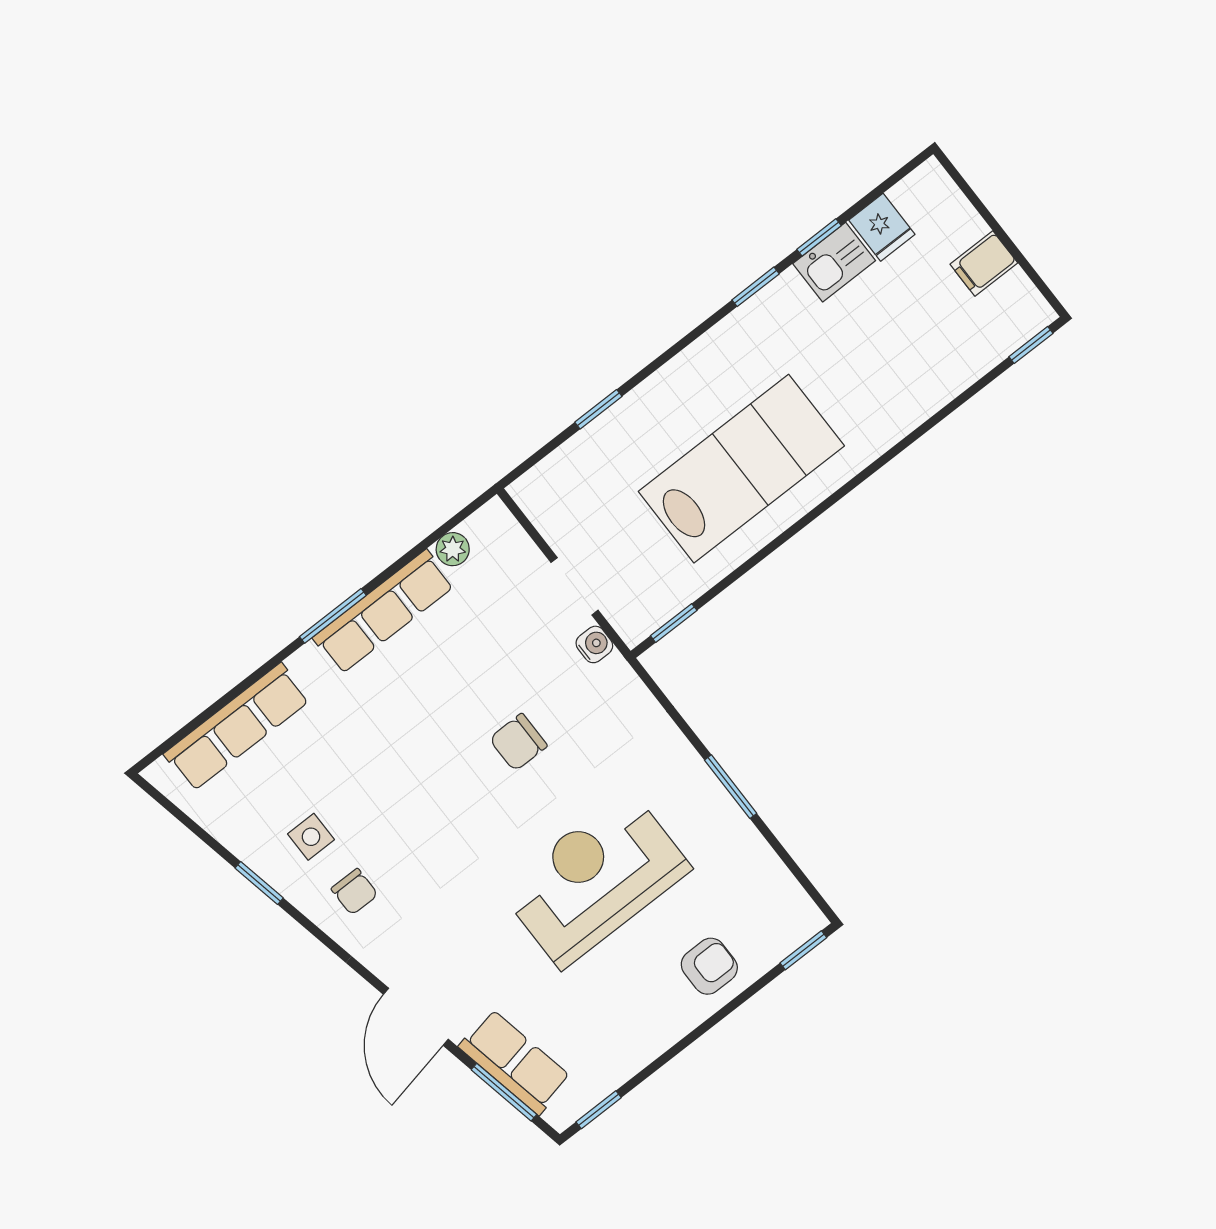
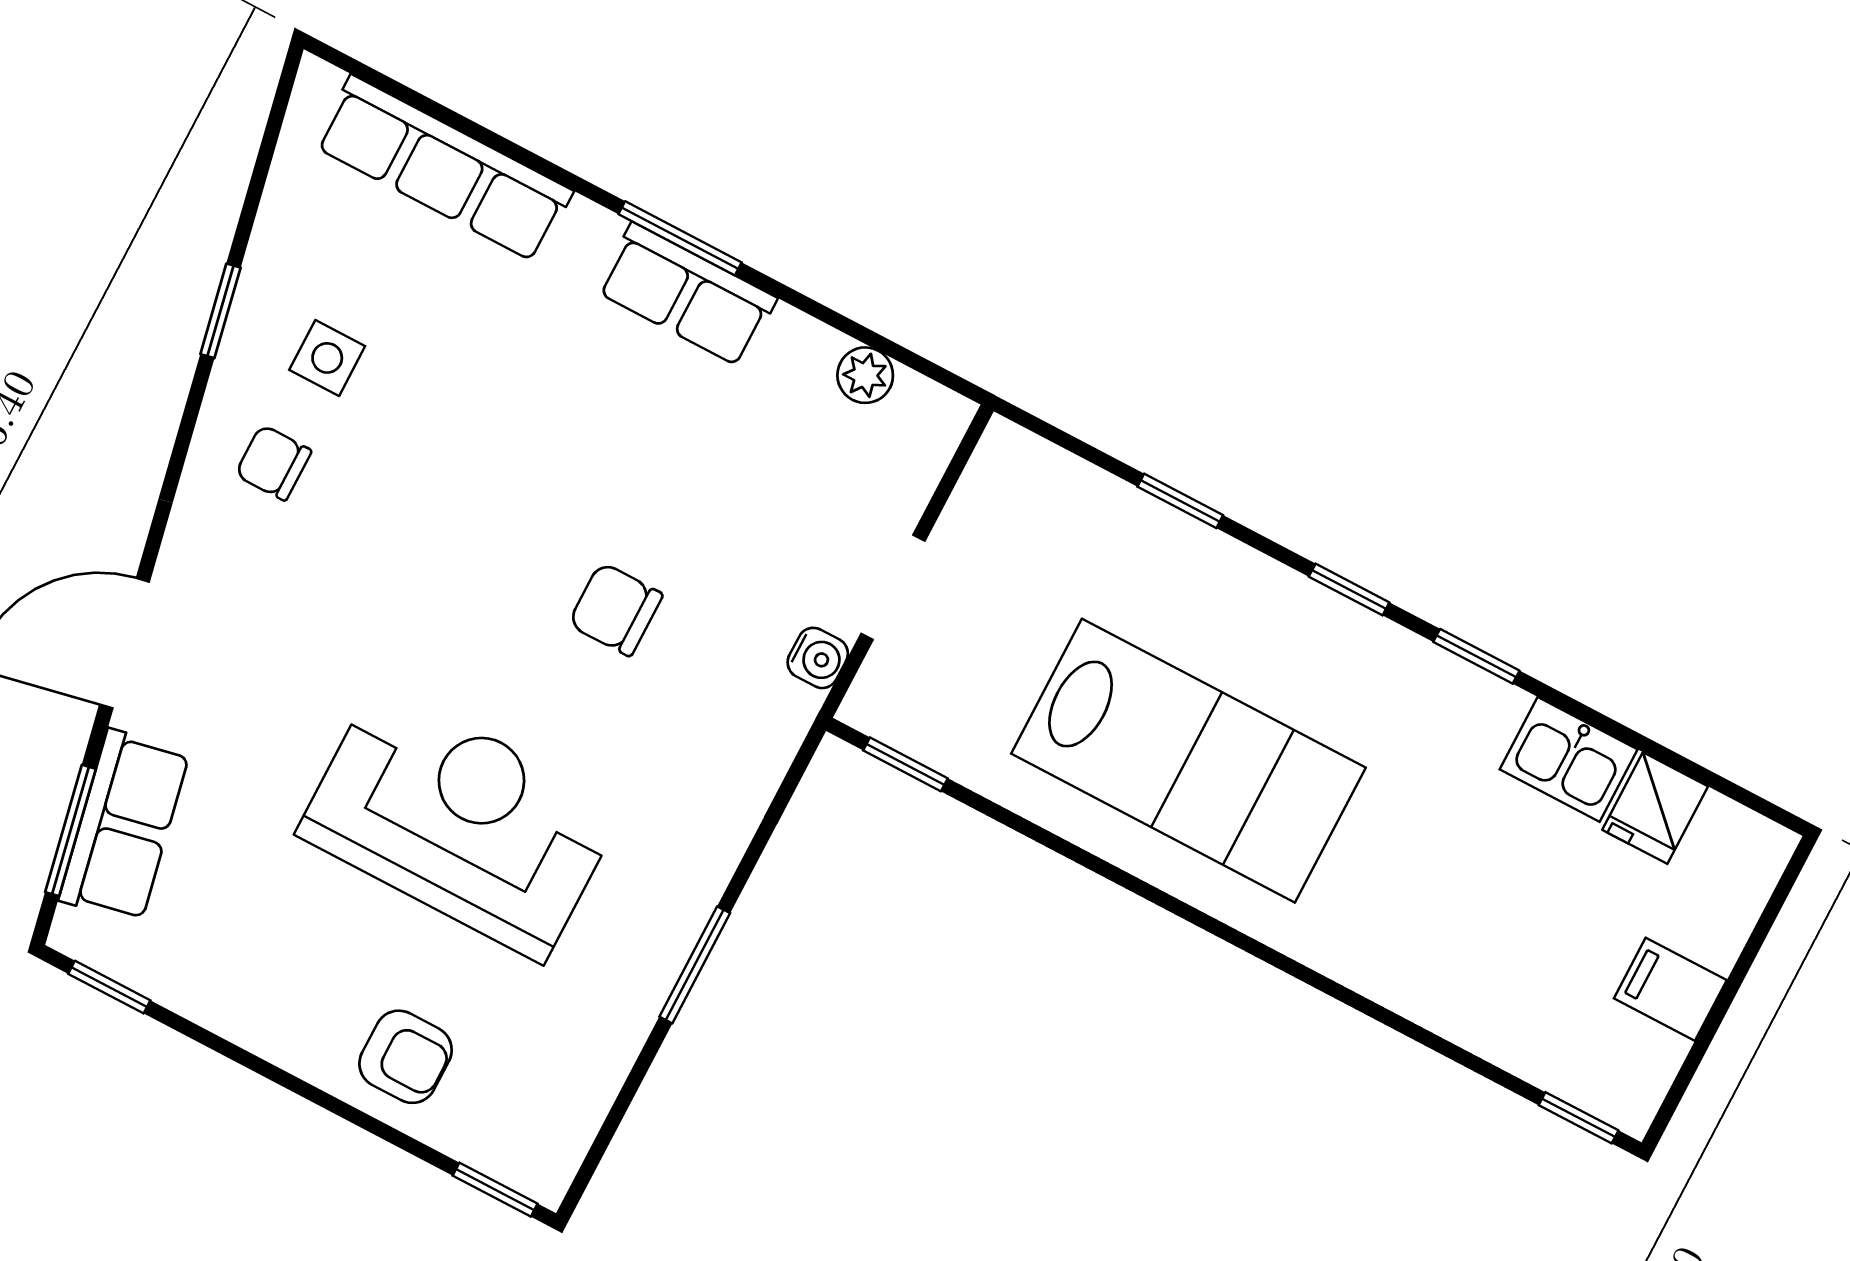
window: (819, 237) -> (1349, 590), moved
row of seats: (384, 612) -> (686, 295), width x0.68
chair: (355, 892) -> (273, 463), turned 90

